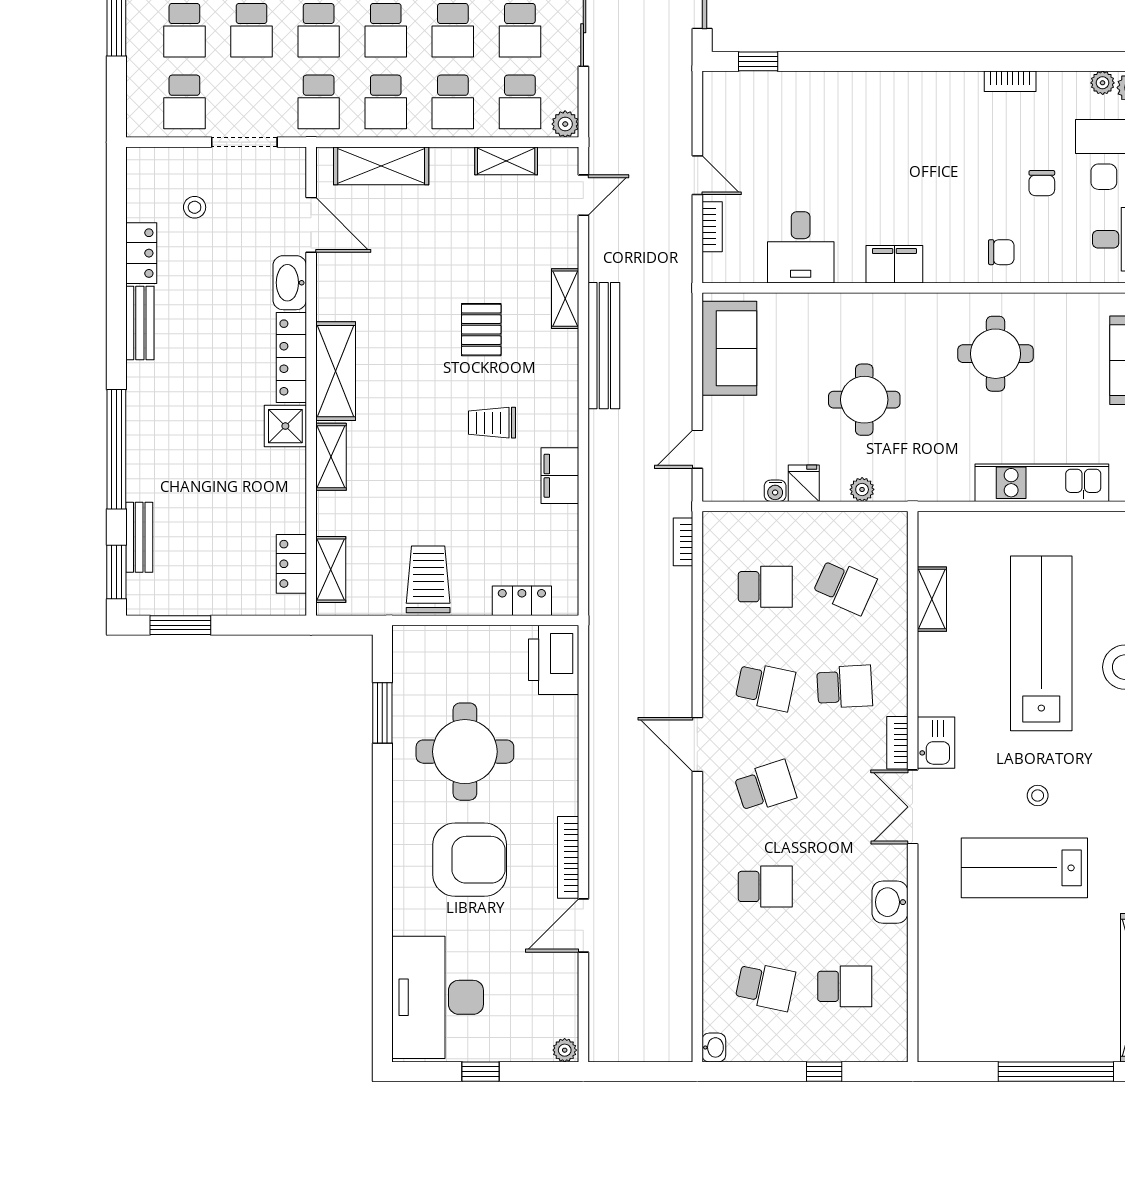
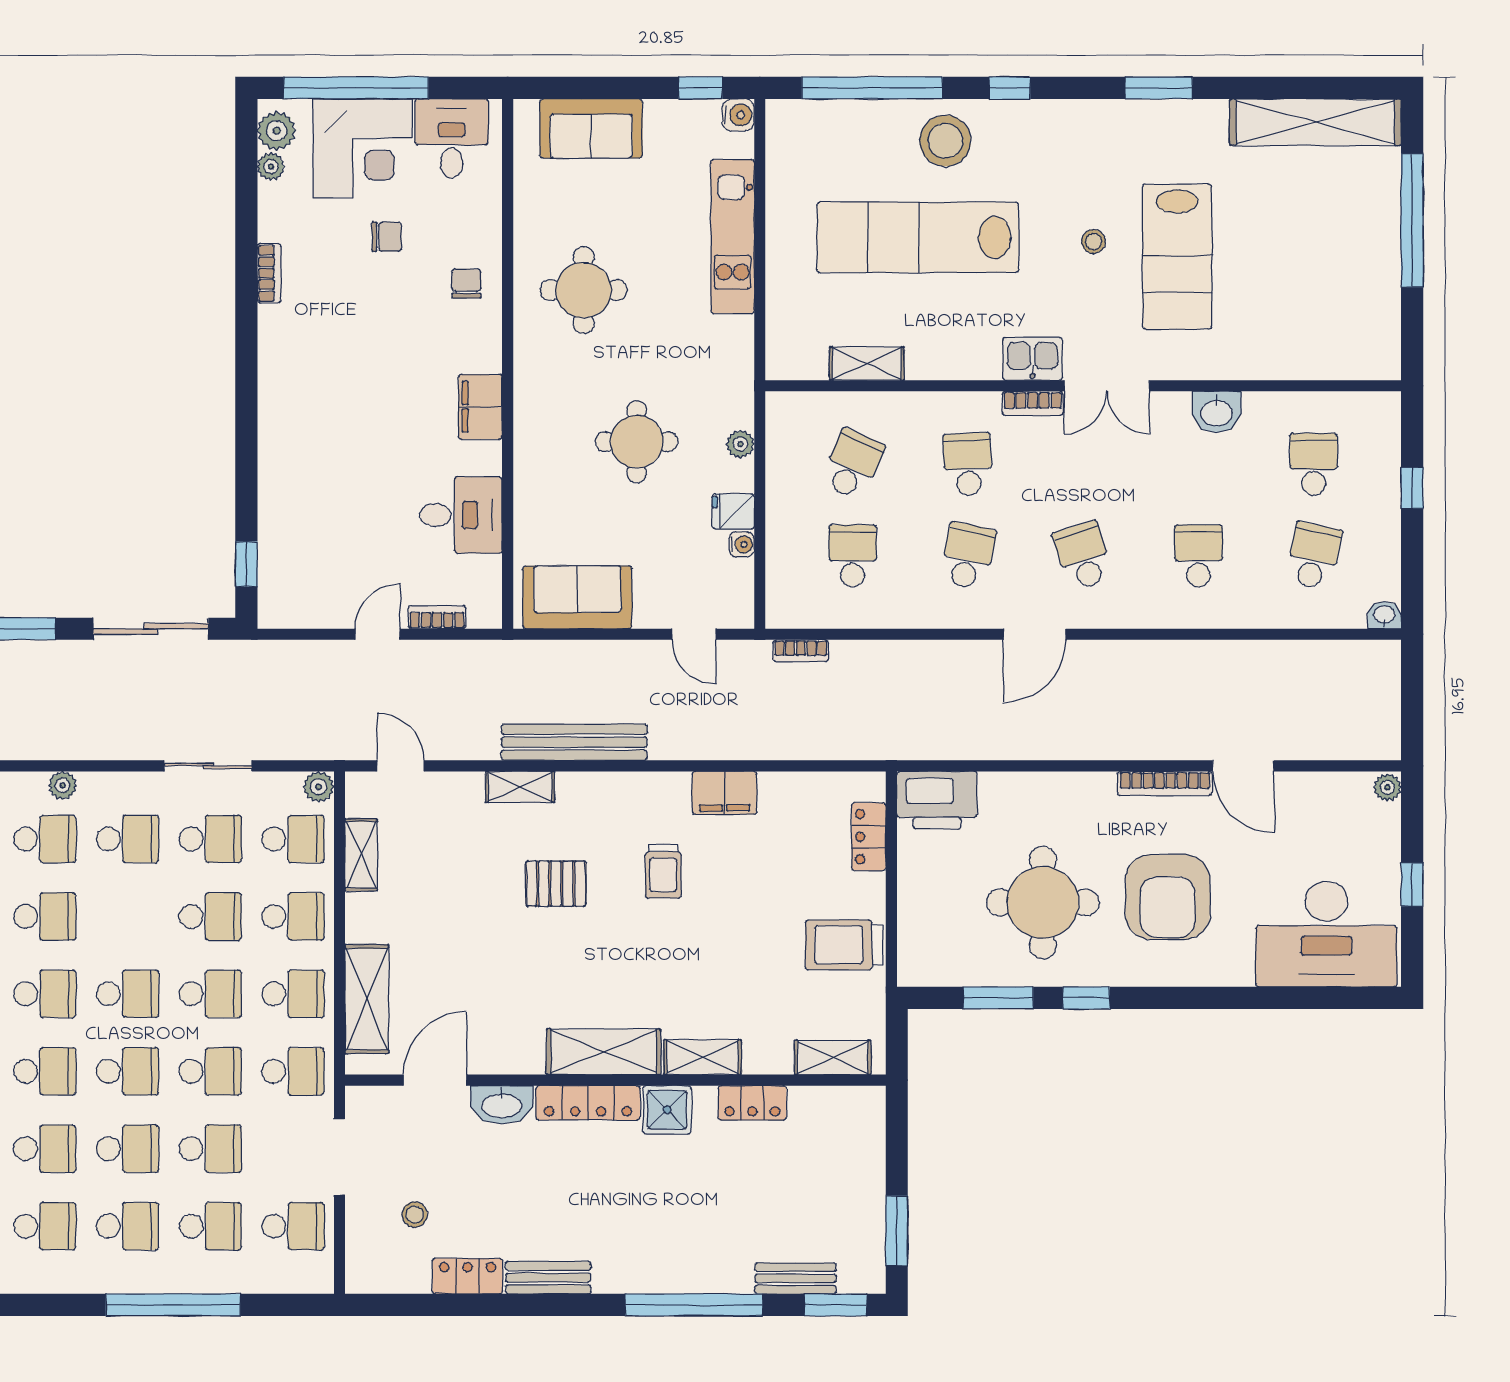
locker: (291, 564) -> (752, 1103), moved
window: (382, 789) -> (1086, 998), added
armchair: (470, 860) -> (1168, 897), turned 180

